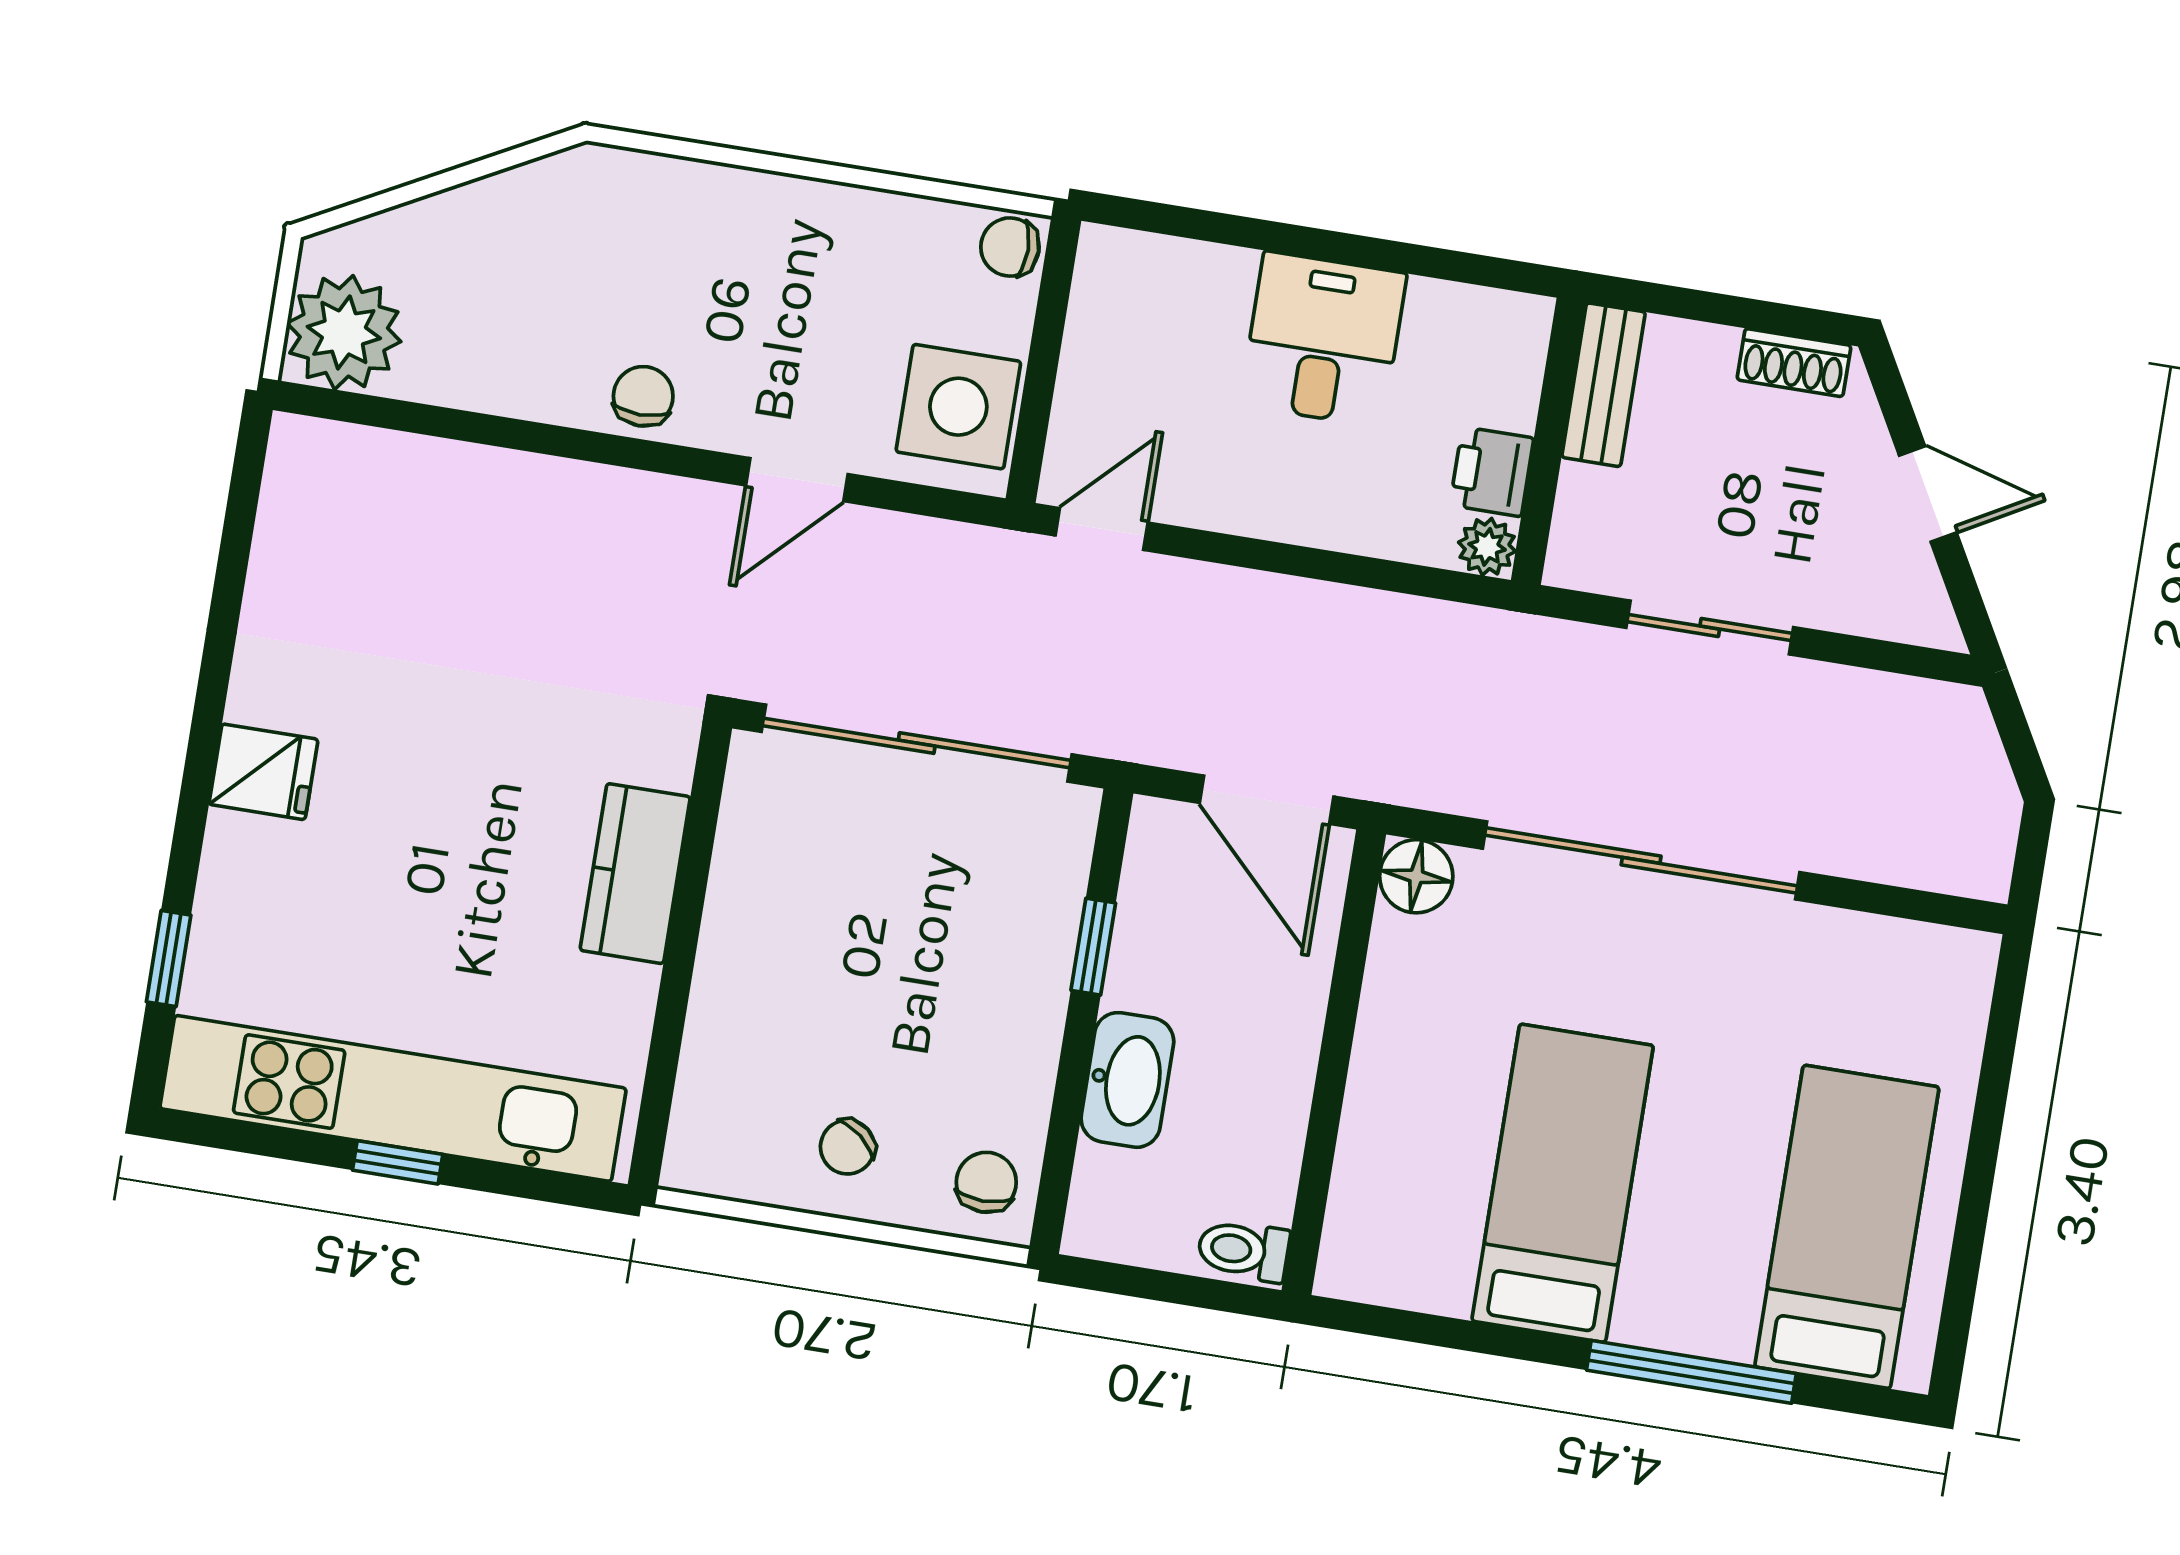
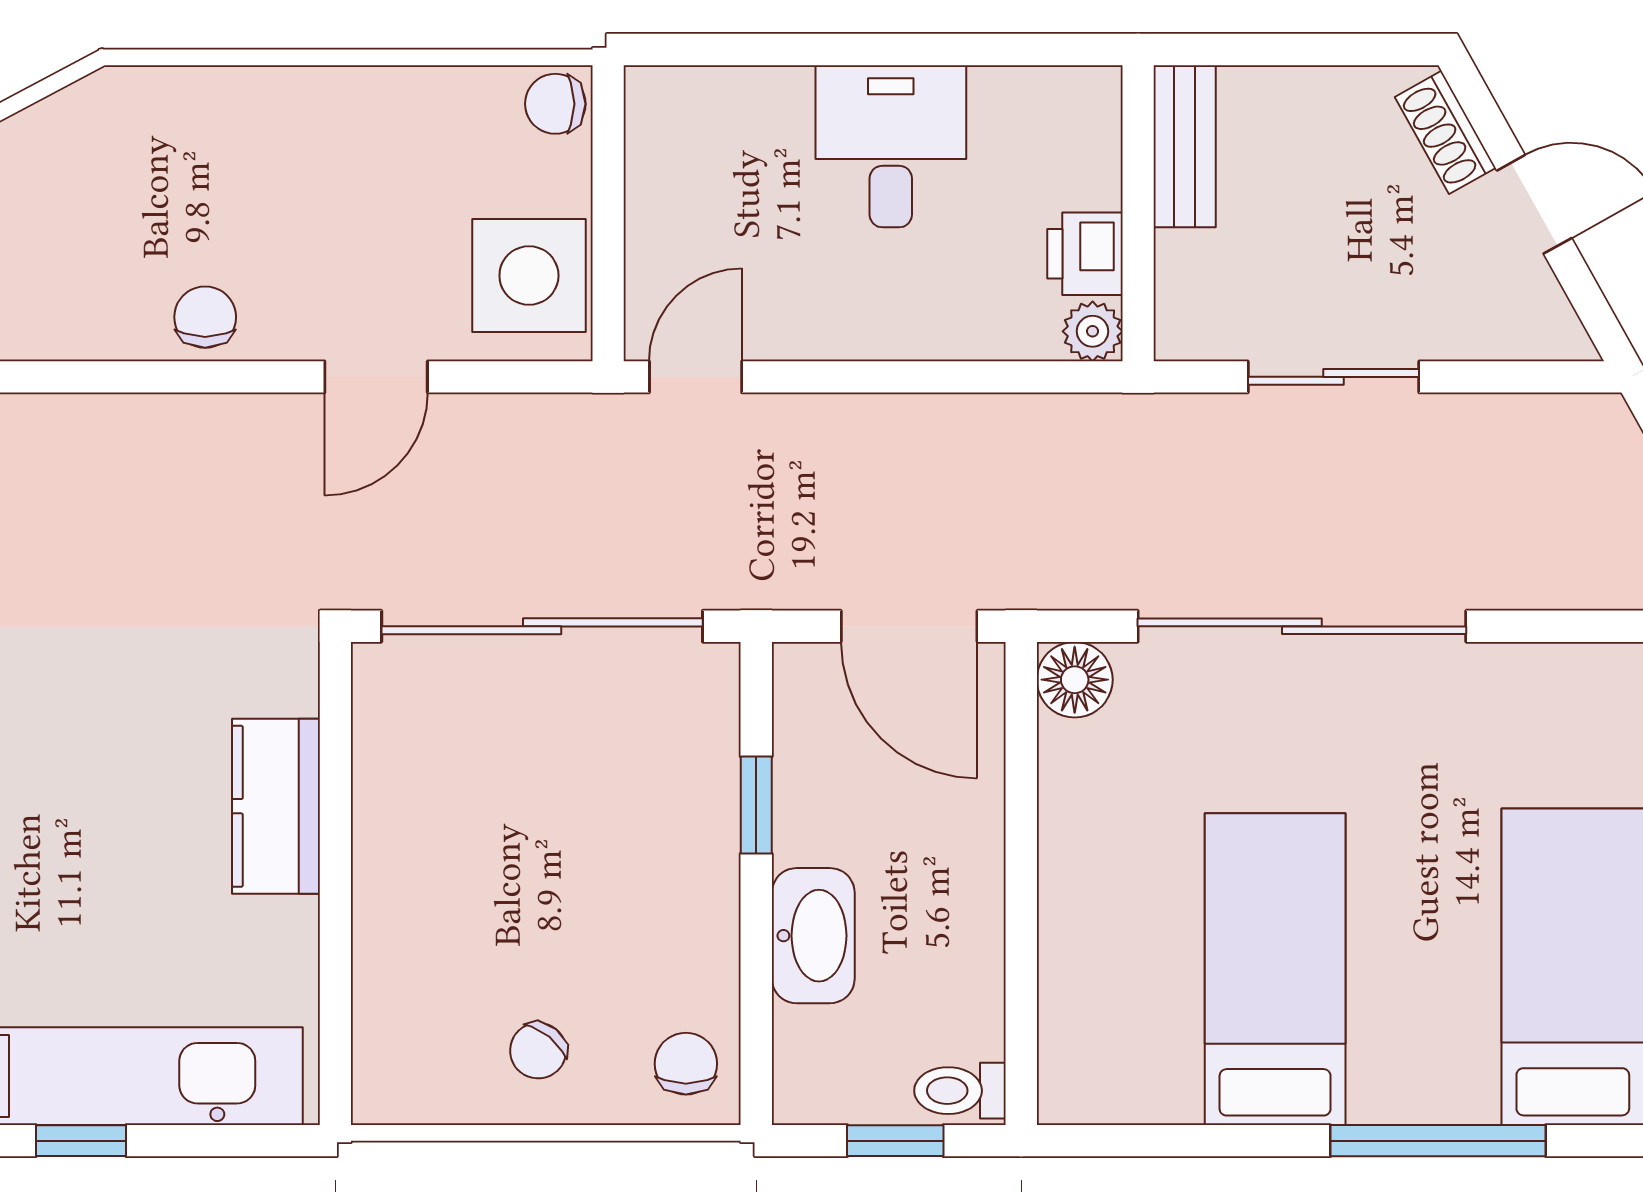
shoe rack: (1794, 363) -> (1445, 132), moved, turned 61
window: (1174, 1288) -> (895, 1141), added

